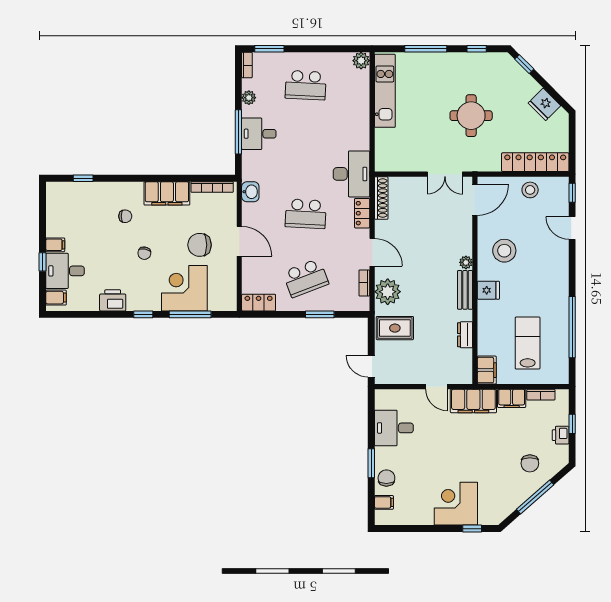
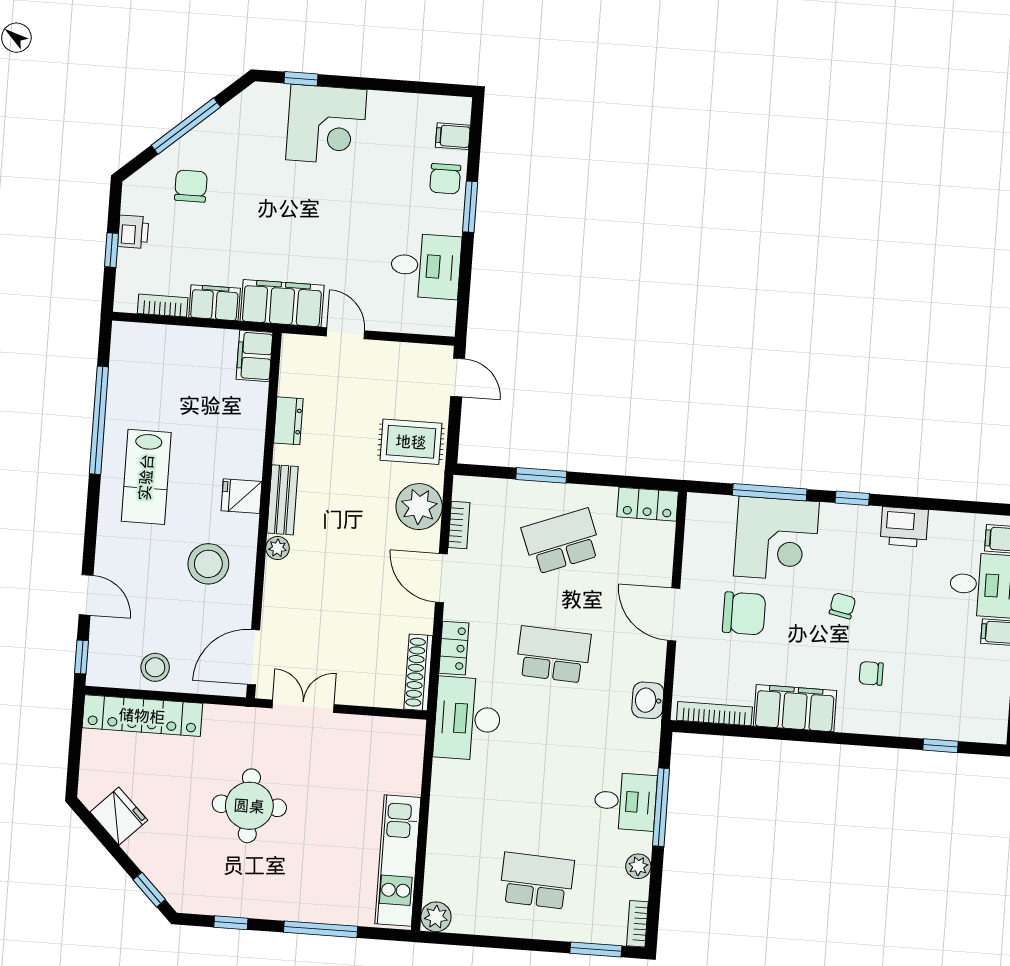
lab bench: (528, 343) -> (146, 477), moved

